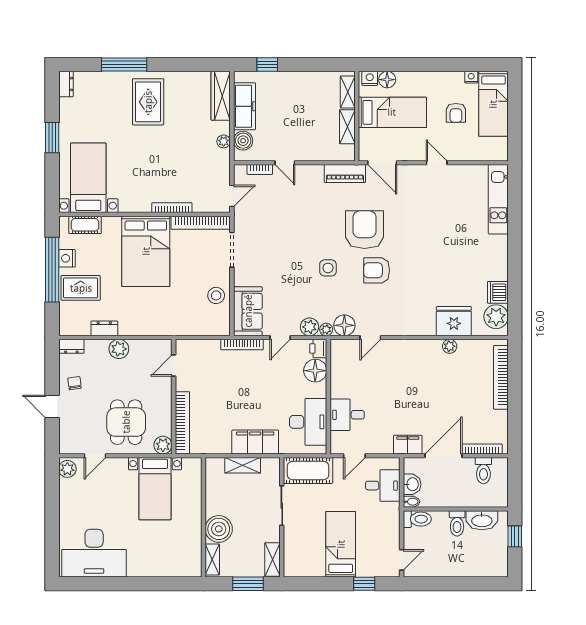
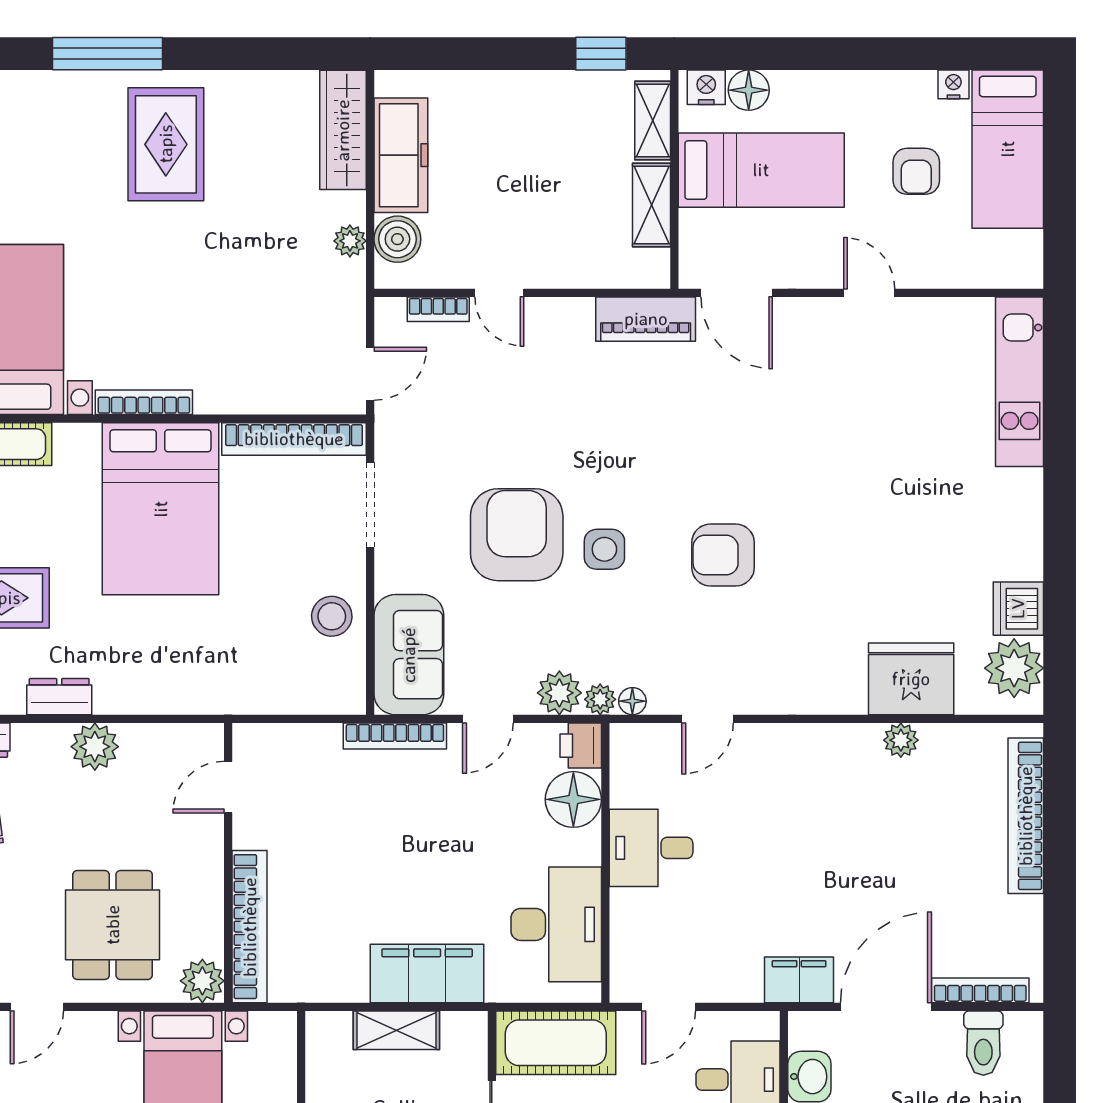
window: (267, 65) -> (601, 54), moved
bookcase: (172, 208) -> (144, 402), moved
armchair: (365, 230) -> (517, 535), moved
floor lamp: (344, 325) -> (632, 701), width x0.53, depth x0.53
desk: (347, 415) -> (651, 848), moved

